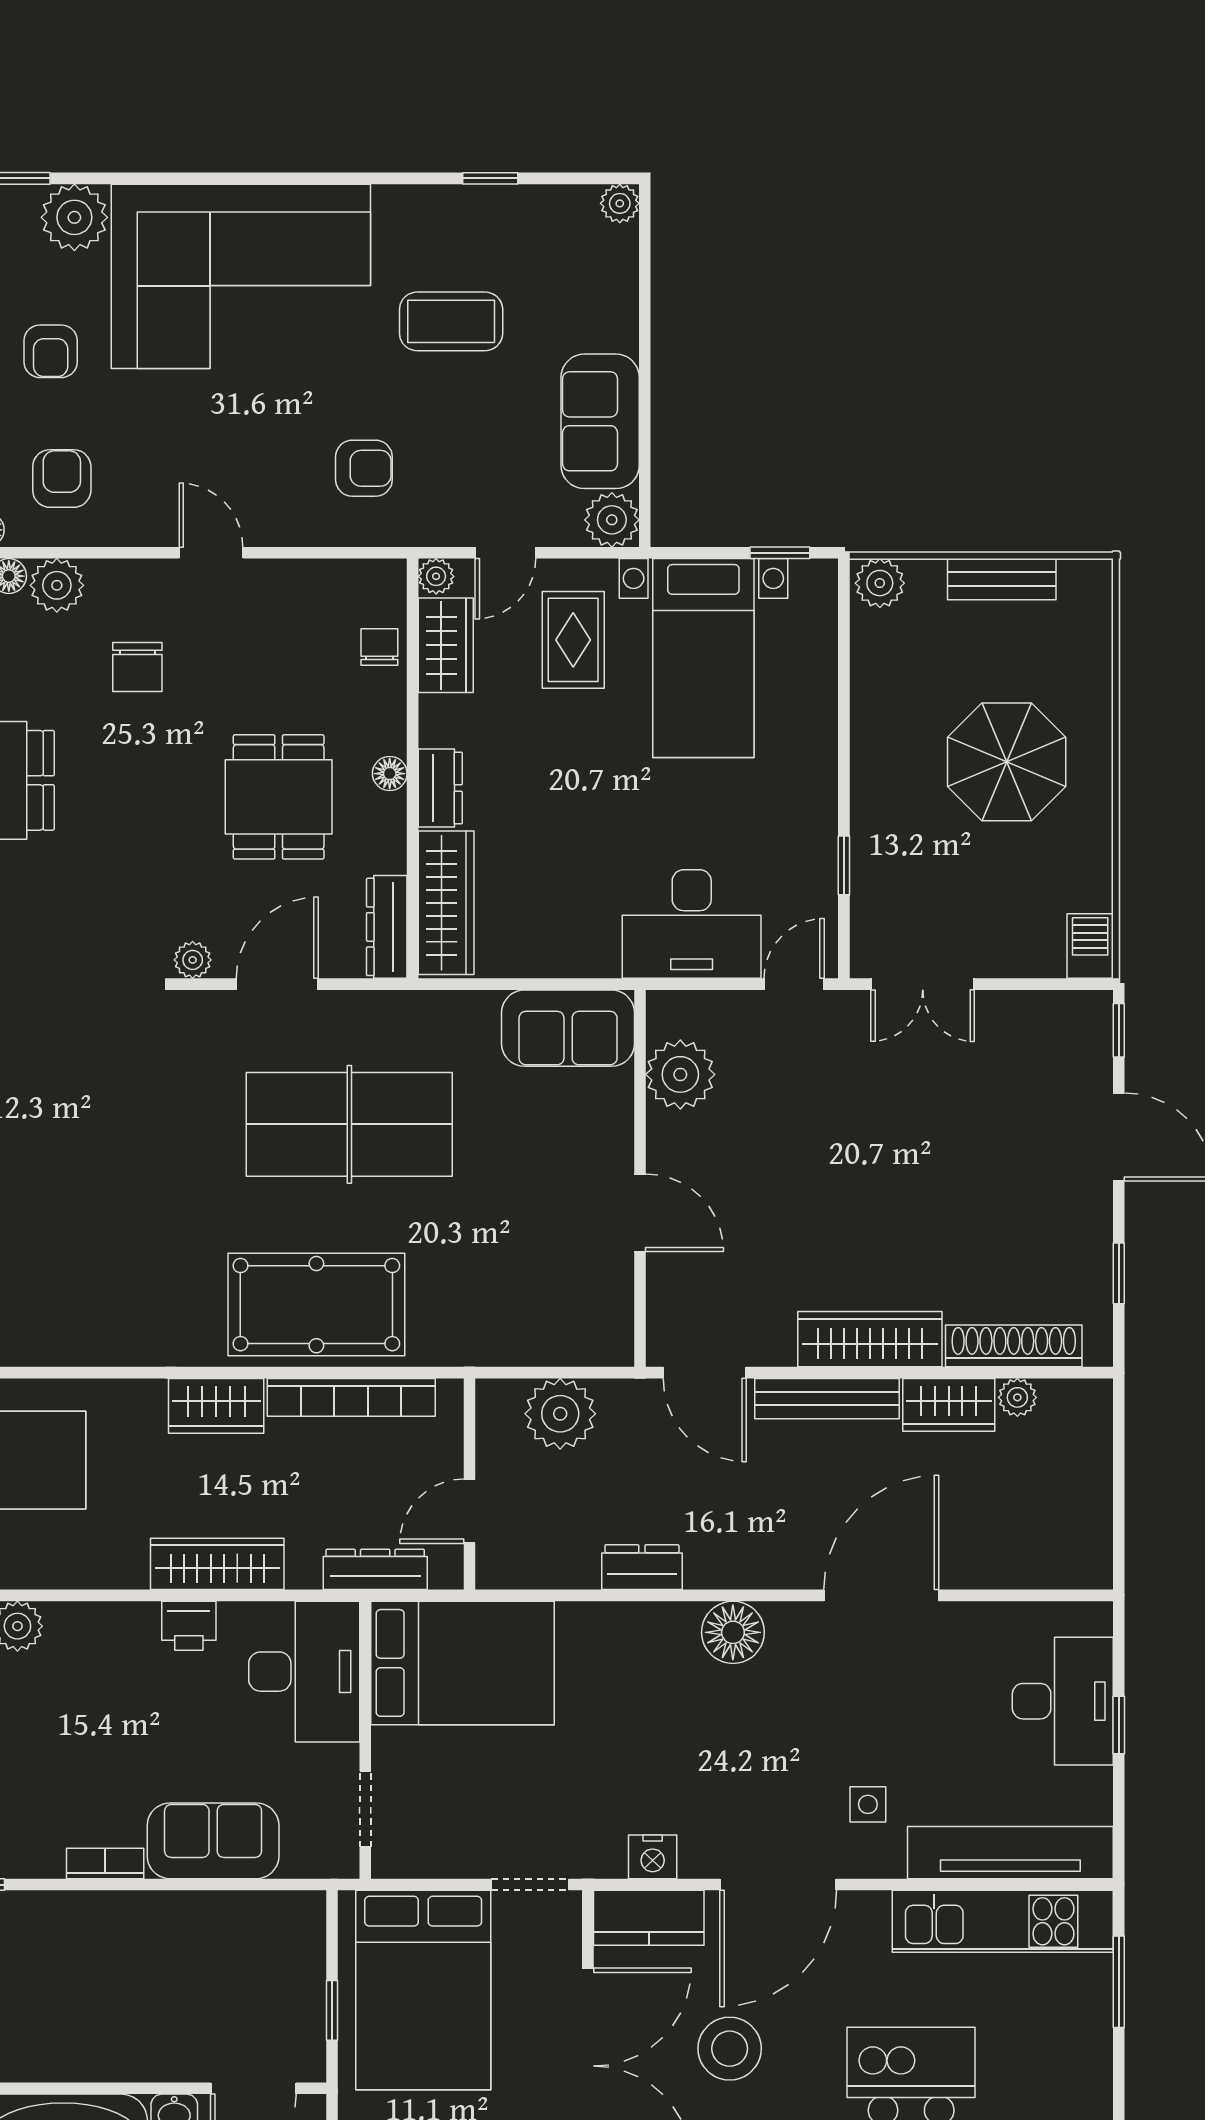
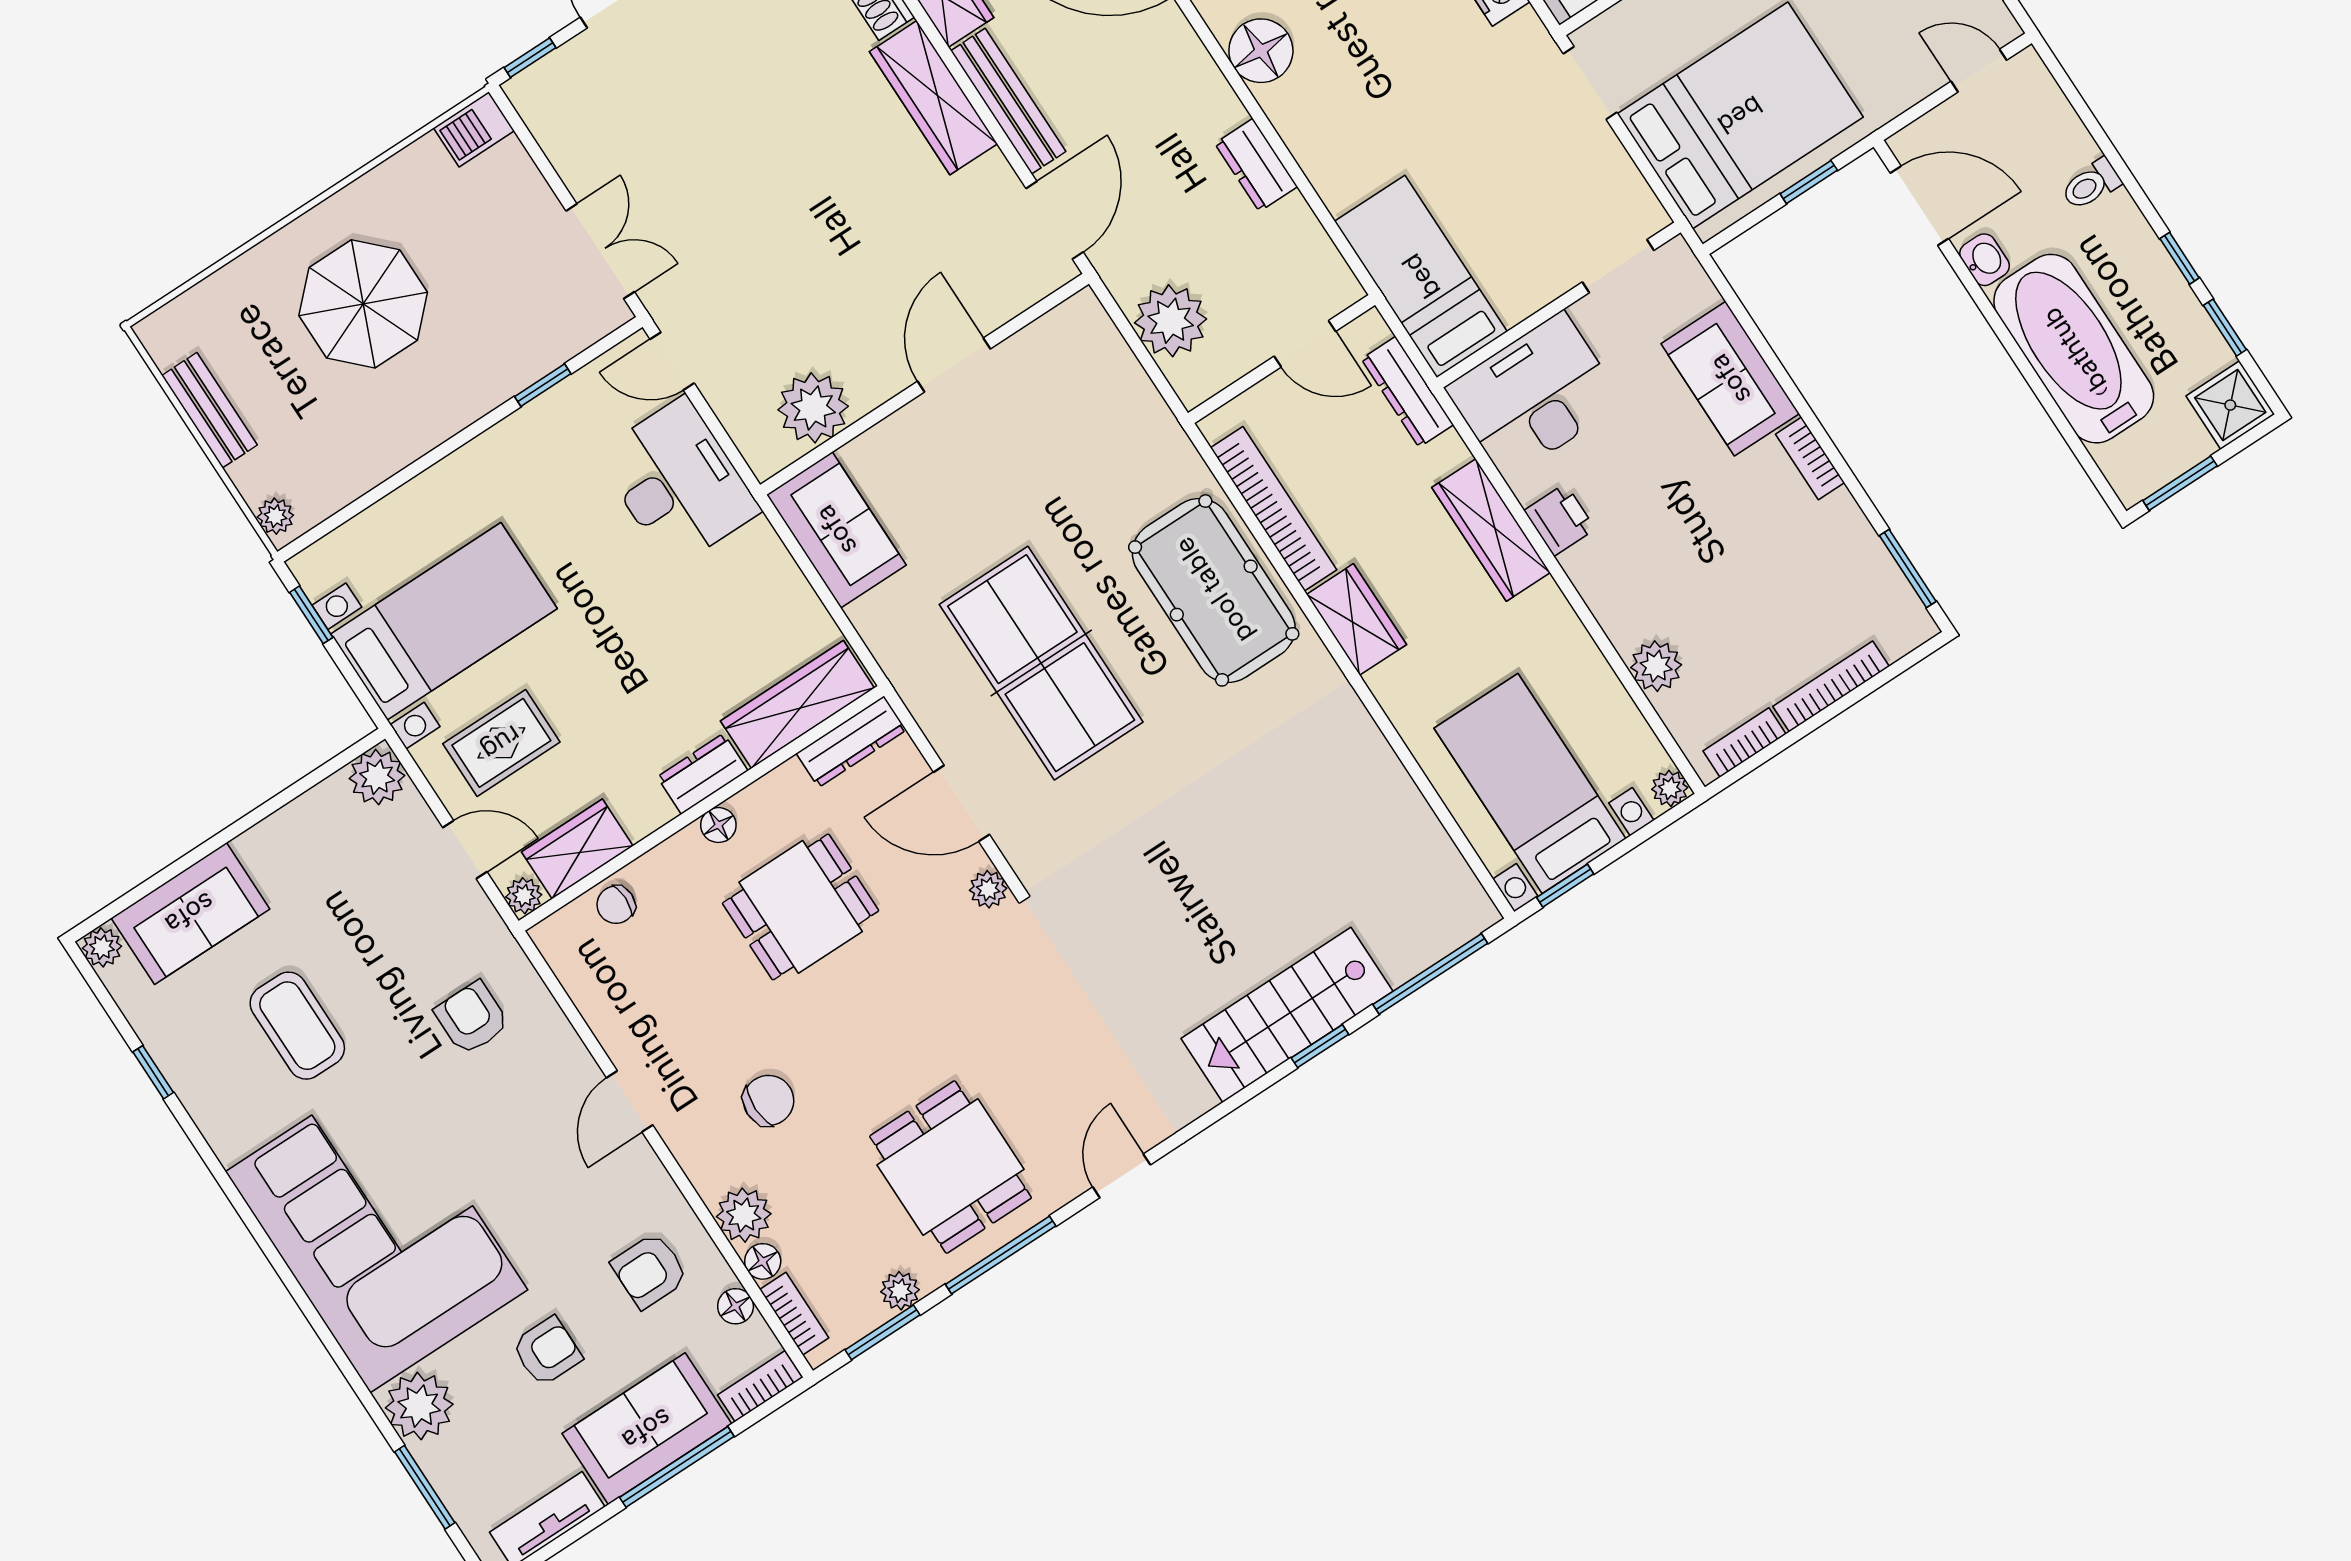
sofa: (600, 421) -> (190, 913), moved
plant: (880, 583) -> (275, 516), width x0.73, depth x0.73
bed: (462, 1663) -> (1421, 276), width x0.67

